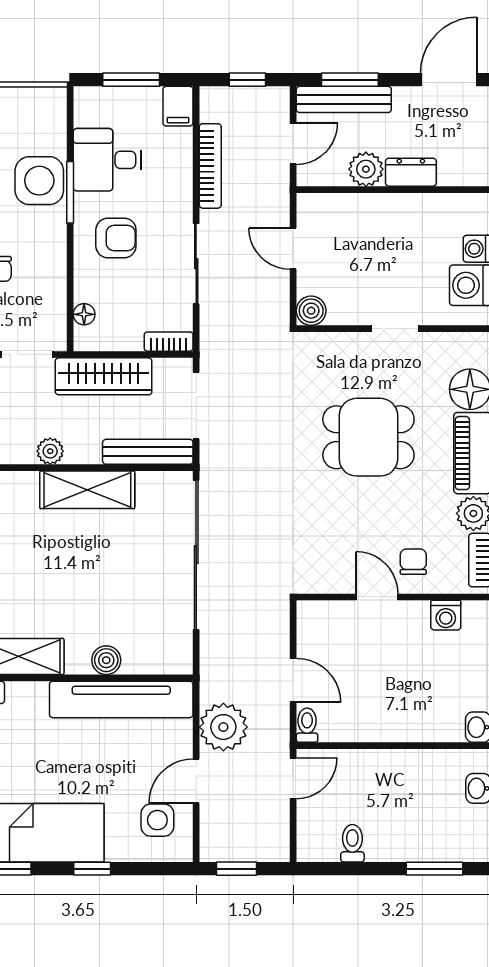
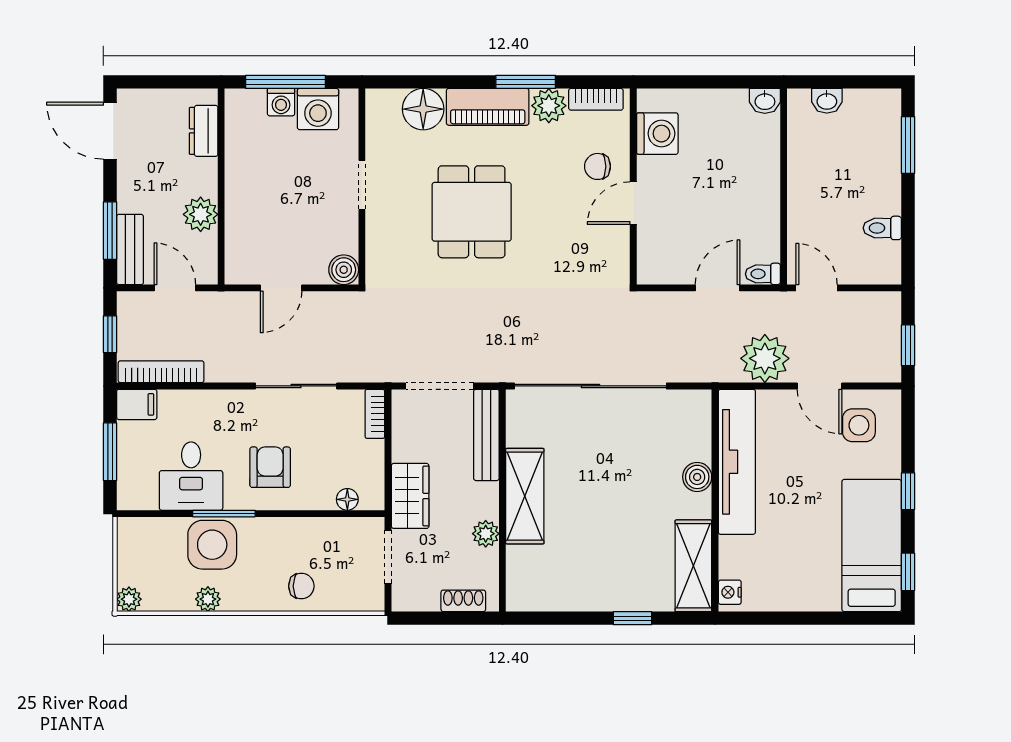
bench: (344, 99) -> (130, 249), width x0.73
bookcase: (210, 166) -> (161, 372), moved
dresser: (411, 172) -> (204, 131), moved
wardrobe: (104, 376) -> (410, 496), width x0.67
washing machine: (446, 615) -> (657, 134), width x1.38, depth x1.38

